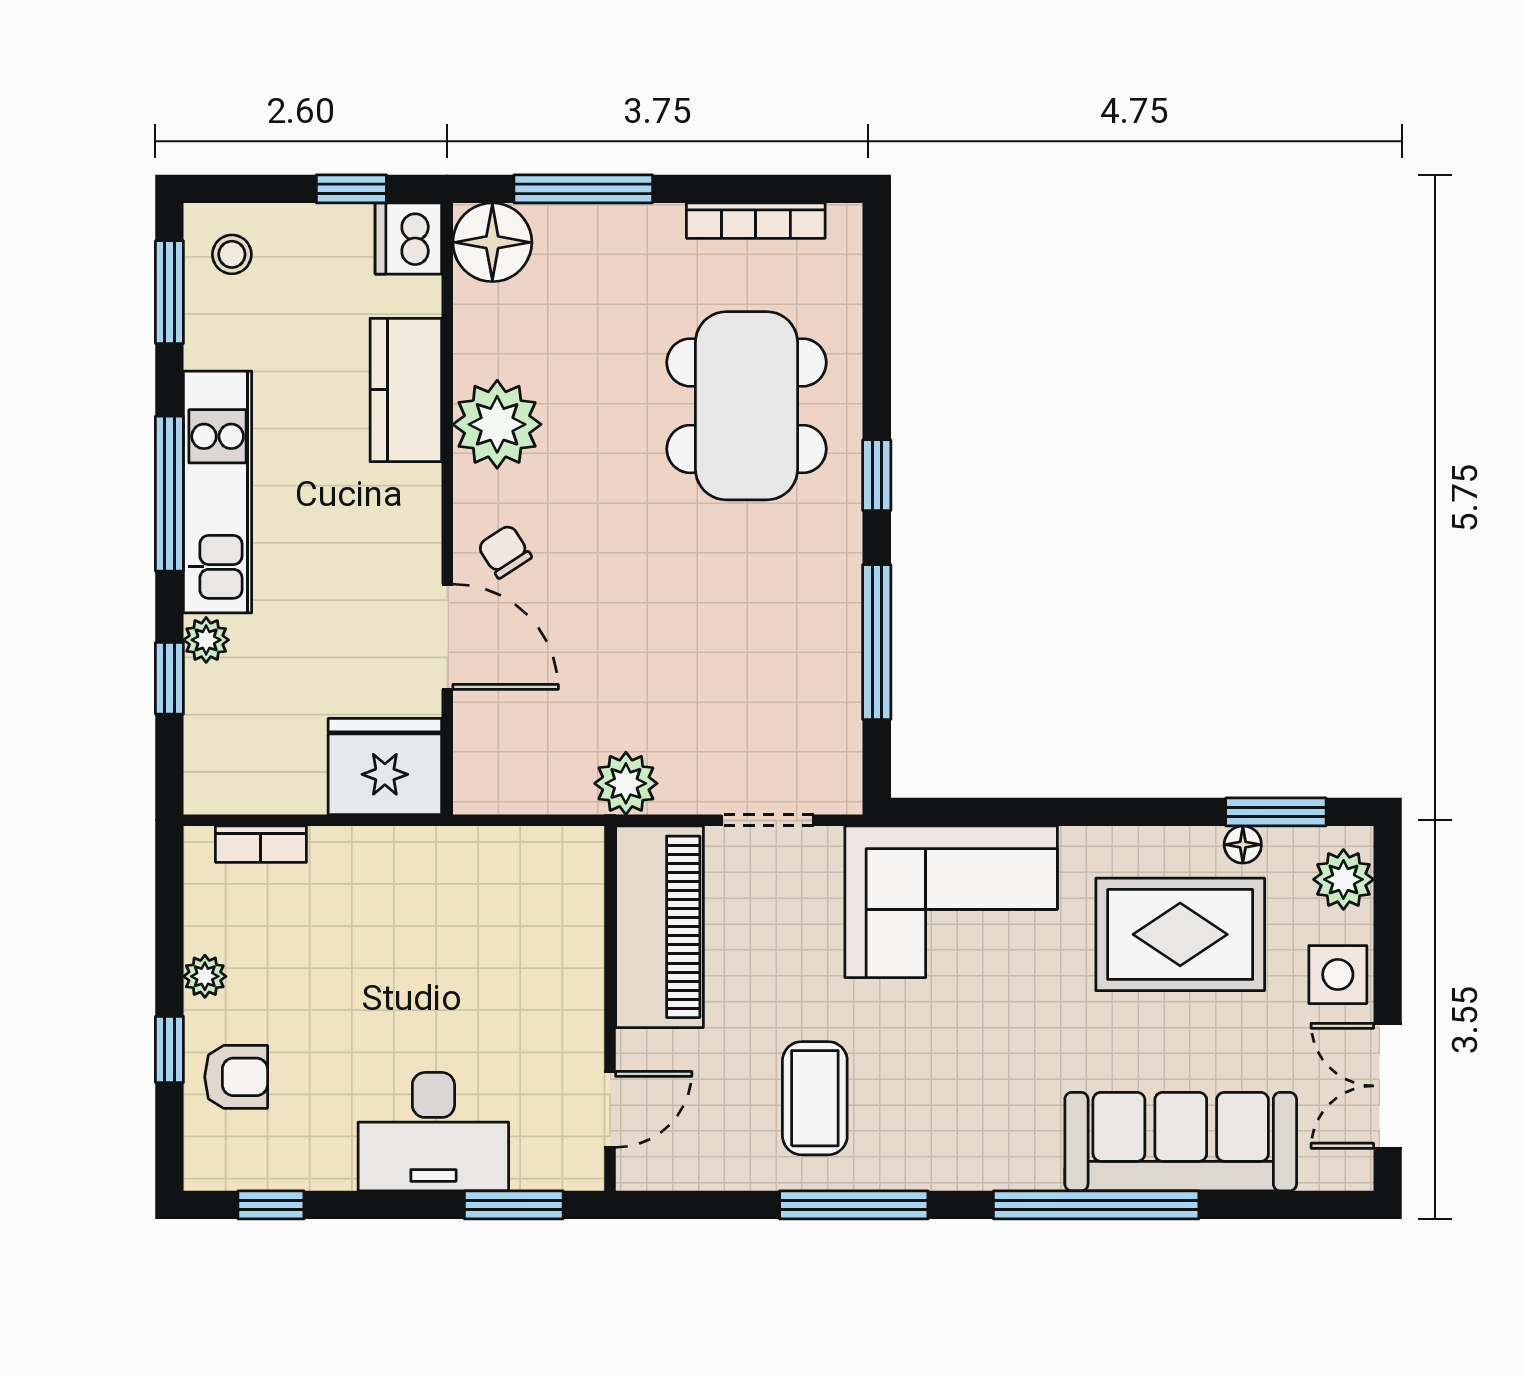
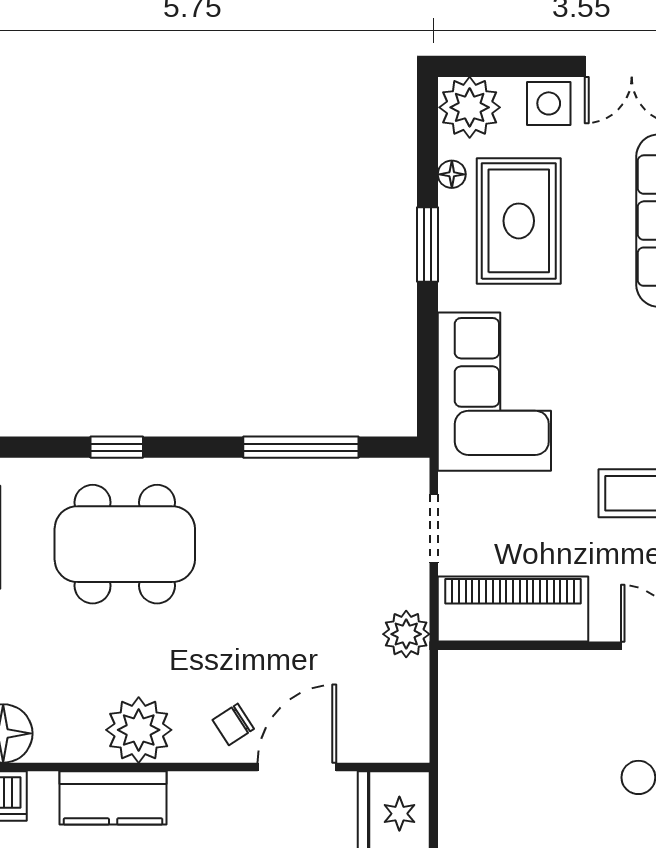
window: (877, 475) -> (117, 447), moved
window: (1276, 812) -> (427, 244), moved
plant: (1343, 879) -> (470, 107), width x1.36, depth x1.36

